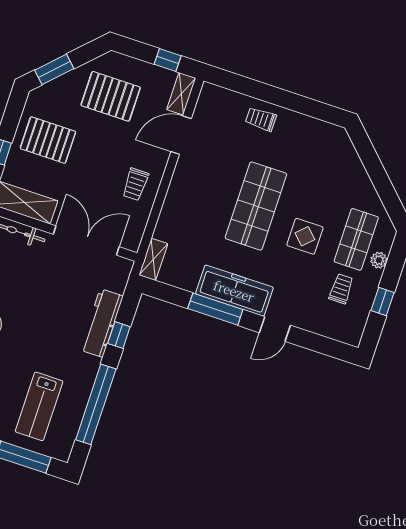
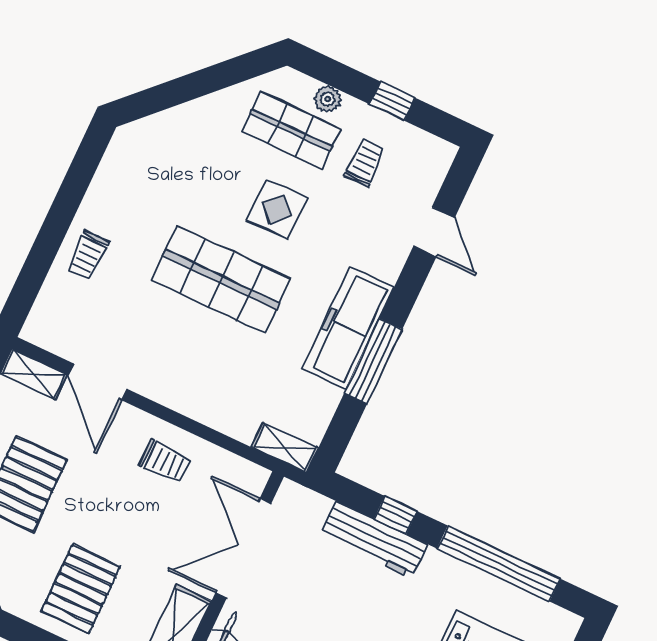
trolley: (341, 289) -> (365, 163), turned 90
door: (275, 329) -> (434, 232), moved

